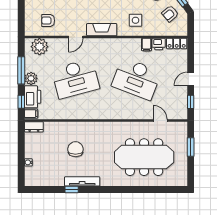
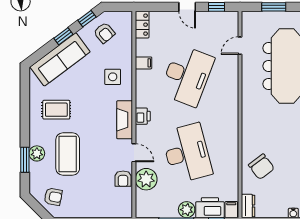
armchair: (48, 21) -> (123, 179), moved
printer: (159, 44) -> (143, 116), moved
plant: (39, 47) -> (146, 179), moved
chair: (75, 149) -> (261, 167), moved, turned -127

